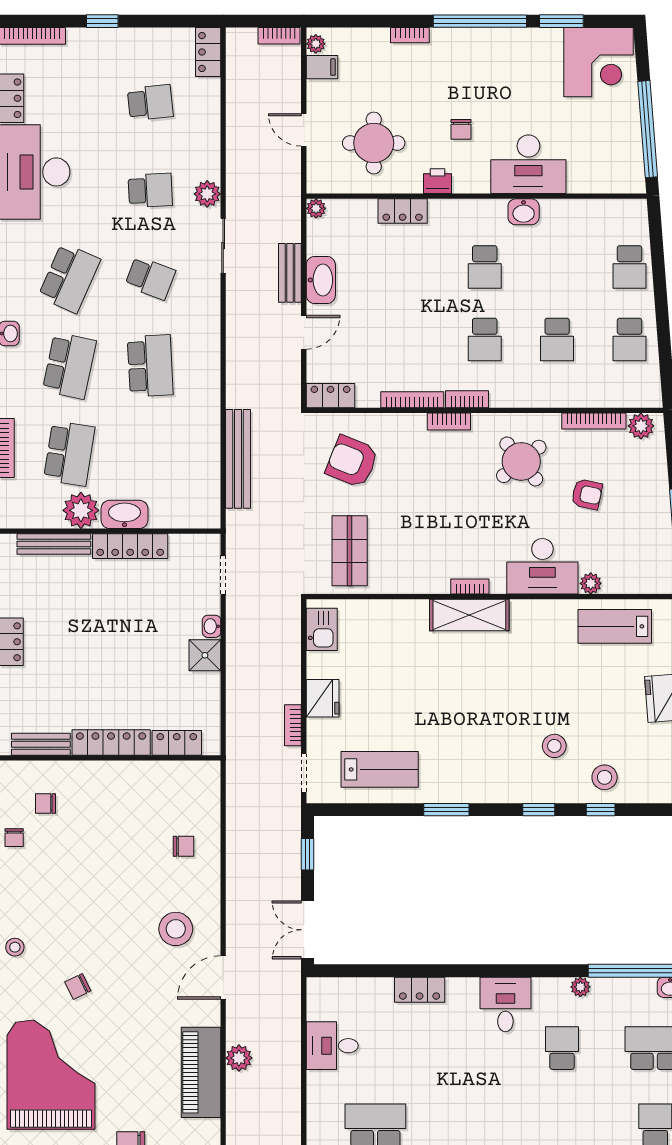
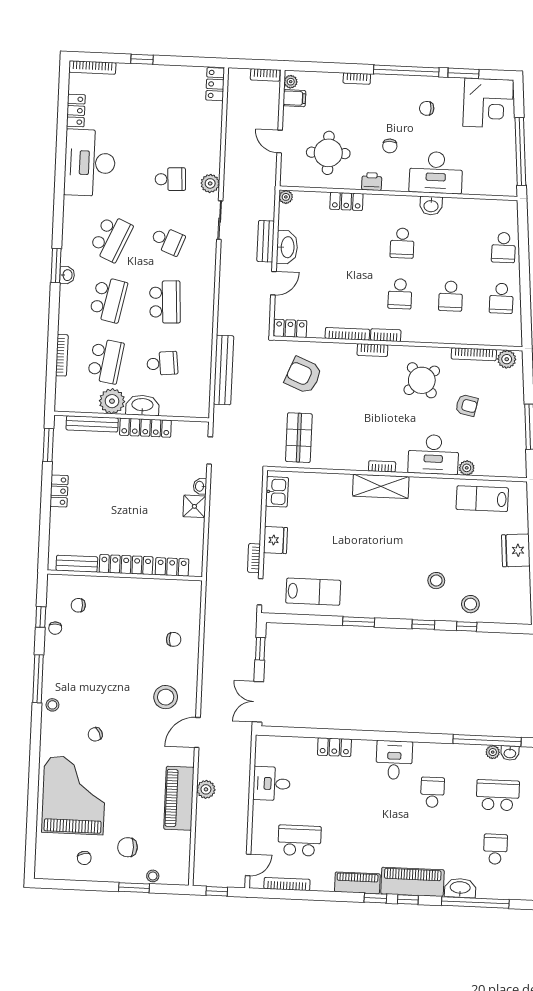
chair: (511, 73) -> (427, 108), added
school desk: (150, 103) -> (162, 363), moved
plant: (580, 987) -> (493, 752), moved

